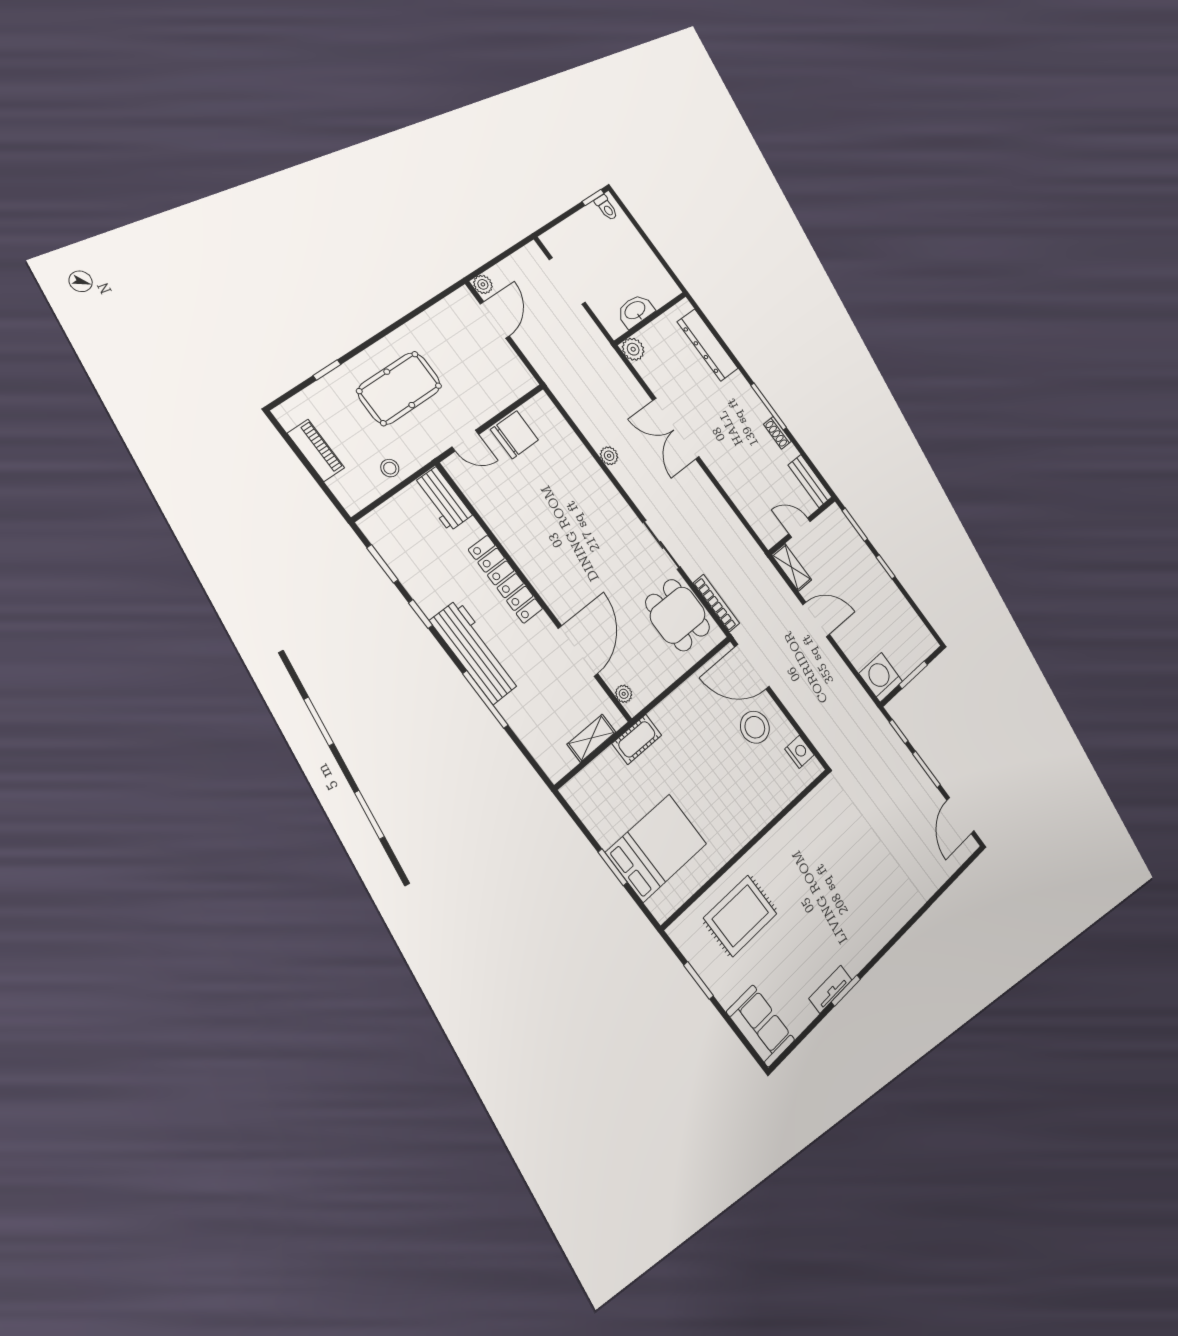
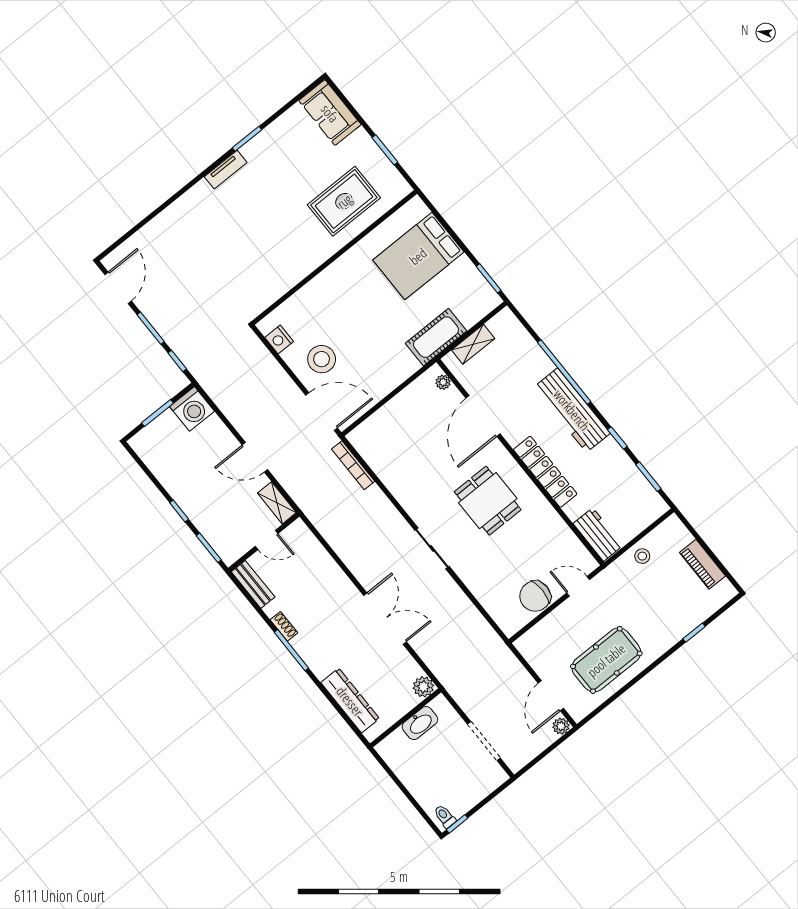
pool table: (399, 388) -> (606, 660), moved
plant: (609, 456) -> (449, 587), removed
sliding door: (662, 545) -> (432, 548), moved
dining table: (678, 615) -> (488, 501), moved
window: (485, 699) -> (564, 372), width x1.46
cot: (637, 739) -> (436, 337), width x1.37, depth x1.34
window: (613, 867) -> (489, 278), moved
tv unit: (830, 989) -> (226, 170), moved

